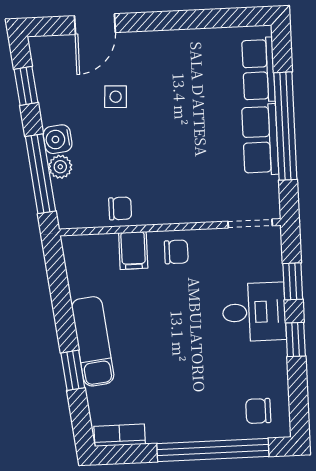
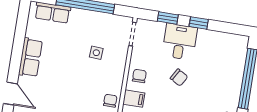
side table: (116, 97) -> (96, 53), moved
row of seats: (260, 140) -> (30, 57), moved, turned -90
chair: (258, 411) -> (179, 77), moved, turned -60

